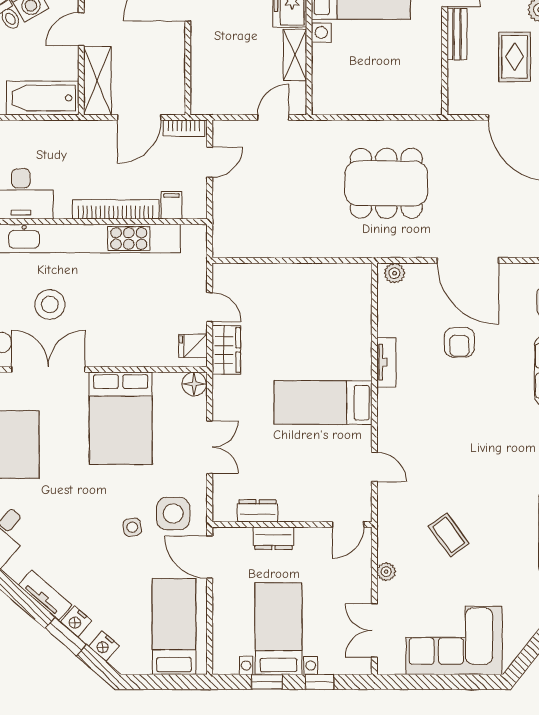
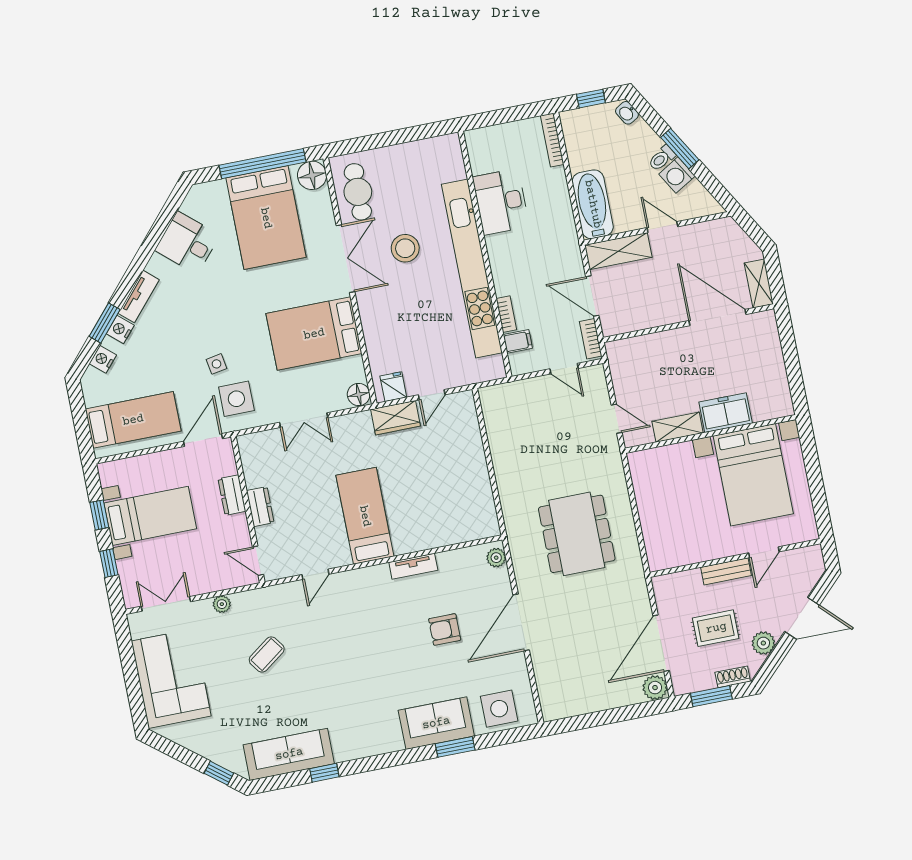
bookcase: (116, 209) -> (506, 314), width x0.43, depth x0.76
dresser: (258, 511) -> (260, 507), moved

